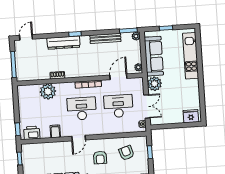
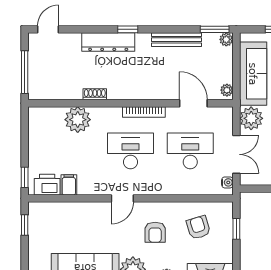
door: (118, 77) -> (193, 103), hinge flipped
filing cabinet: (55, 131) -> (69, 185), moved

